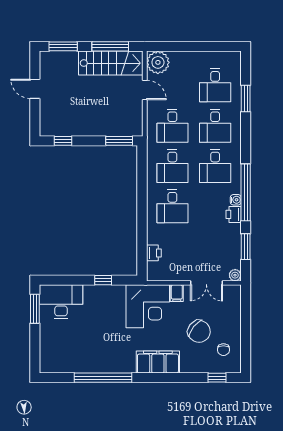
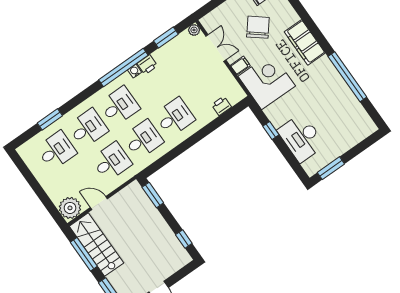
door: (145, 90) -> (99, 203), hinge flipped
desk: (61, 302) -> (301, 138), moved

